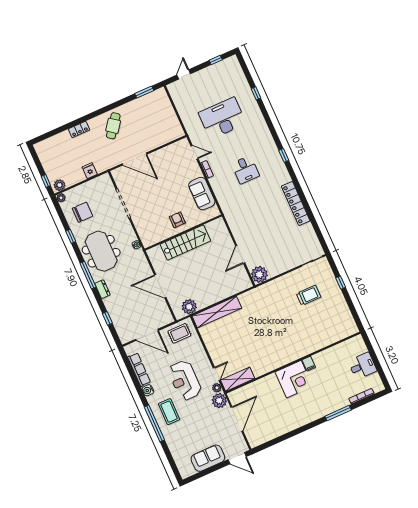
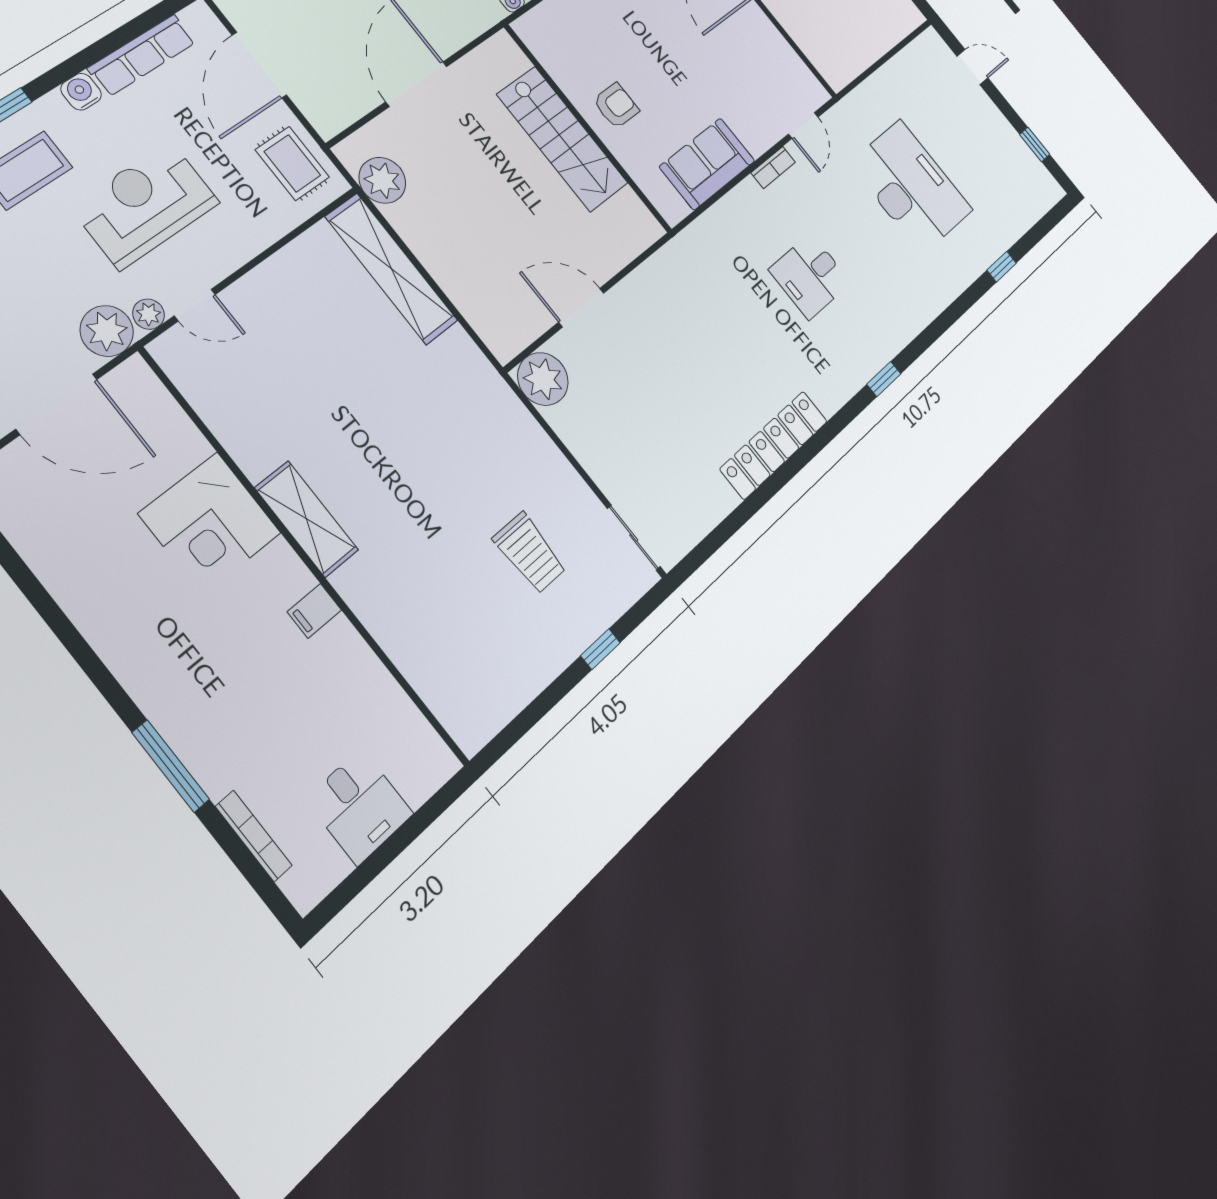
shelving: (238, 379) -> (306, 519), moved
corner desk: (294, 379) -> (210, 523), moved

